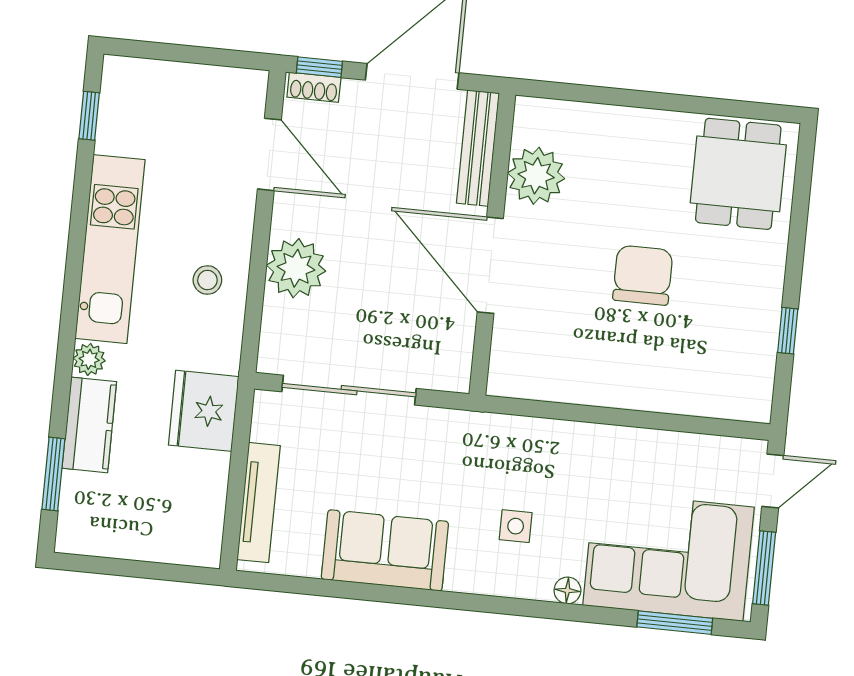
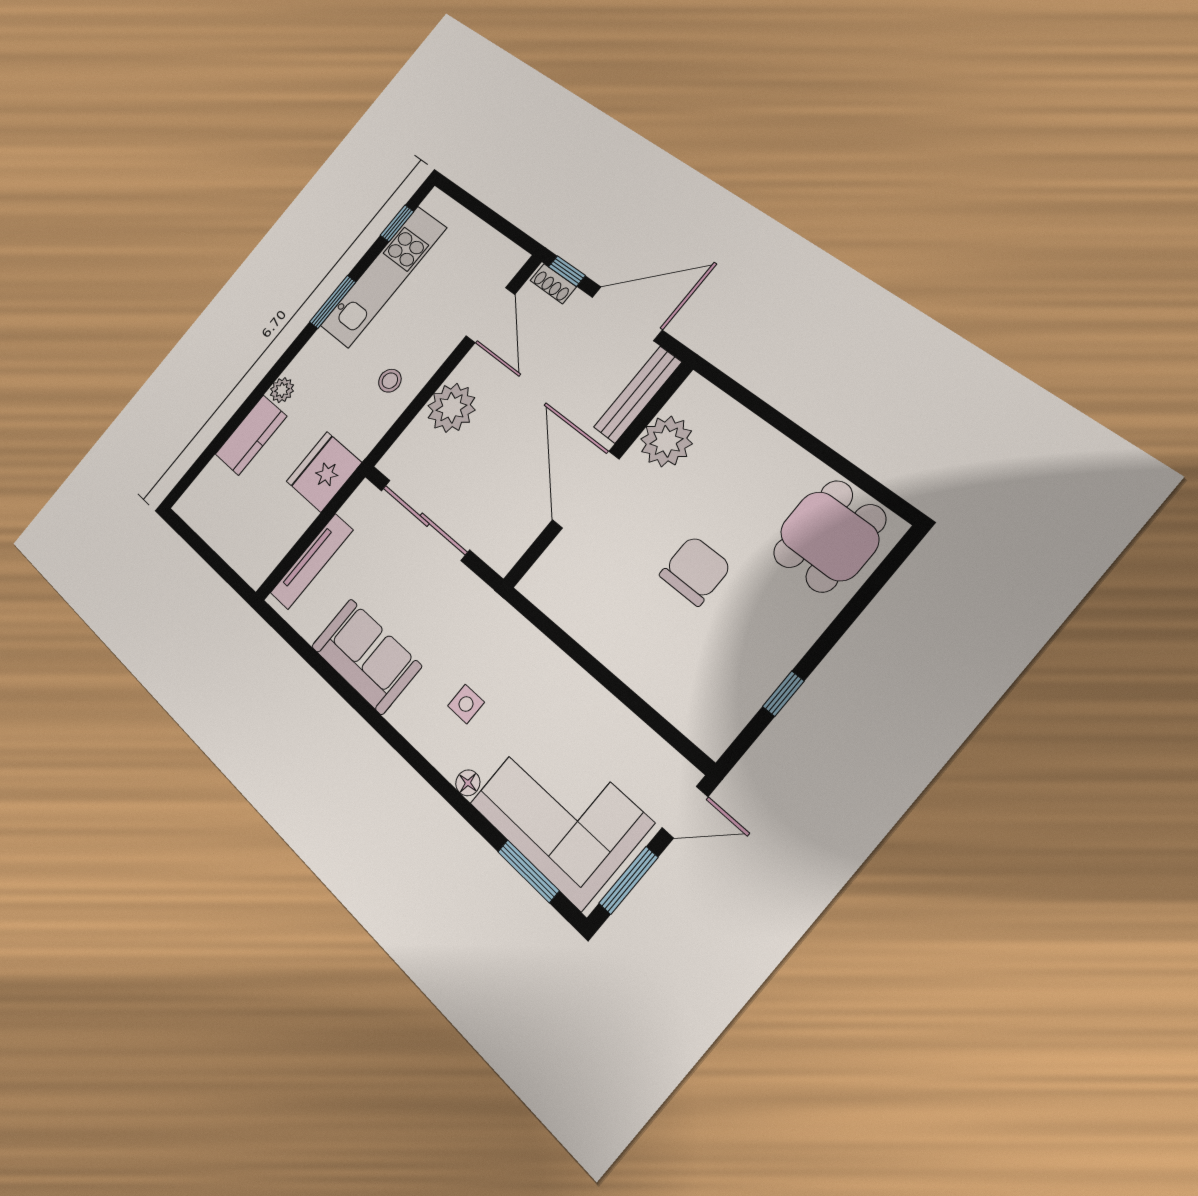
kitchen unit: (110, 249) -> (383, 277), moved
window: (53, 474) -> (333, 302), moved

